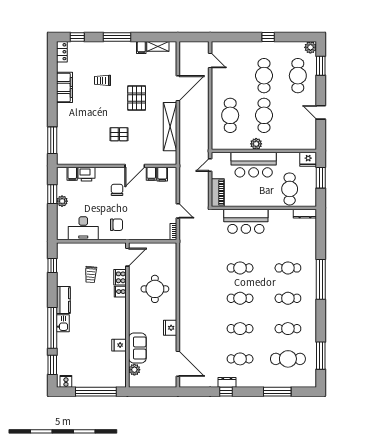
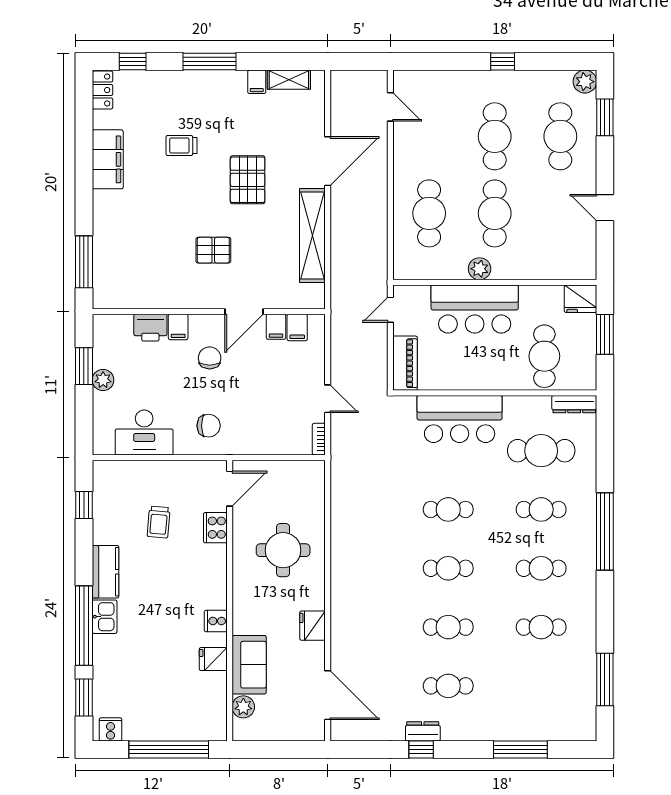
filing cabinet: (72, 174) -> (178, 327), moved
cooker: (120, 292) -> (216, 621), moved
cafe table: (288, 359) -> (541, 451), moved

